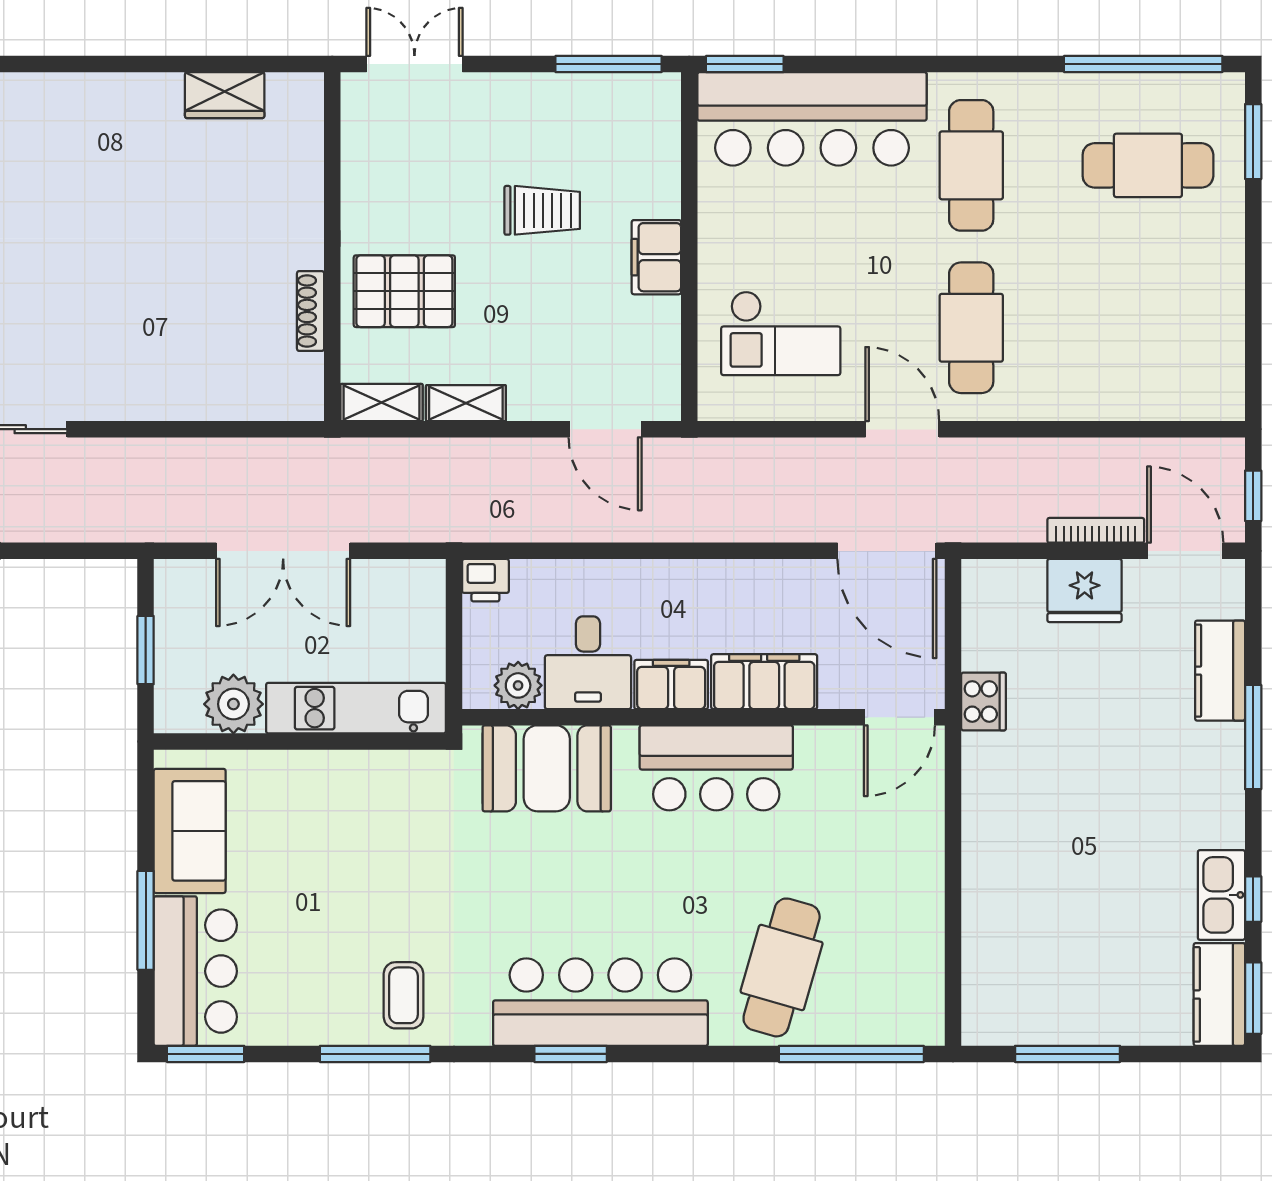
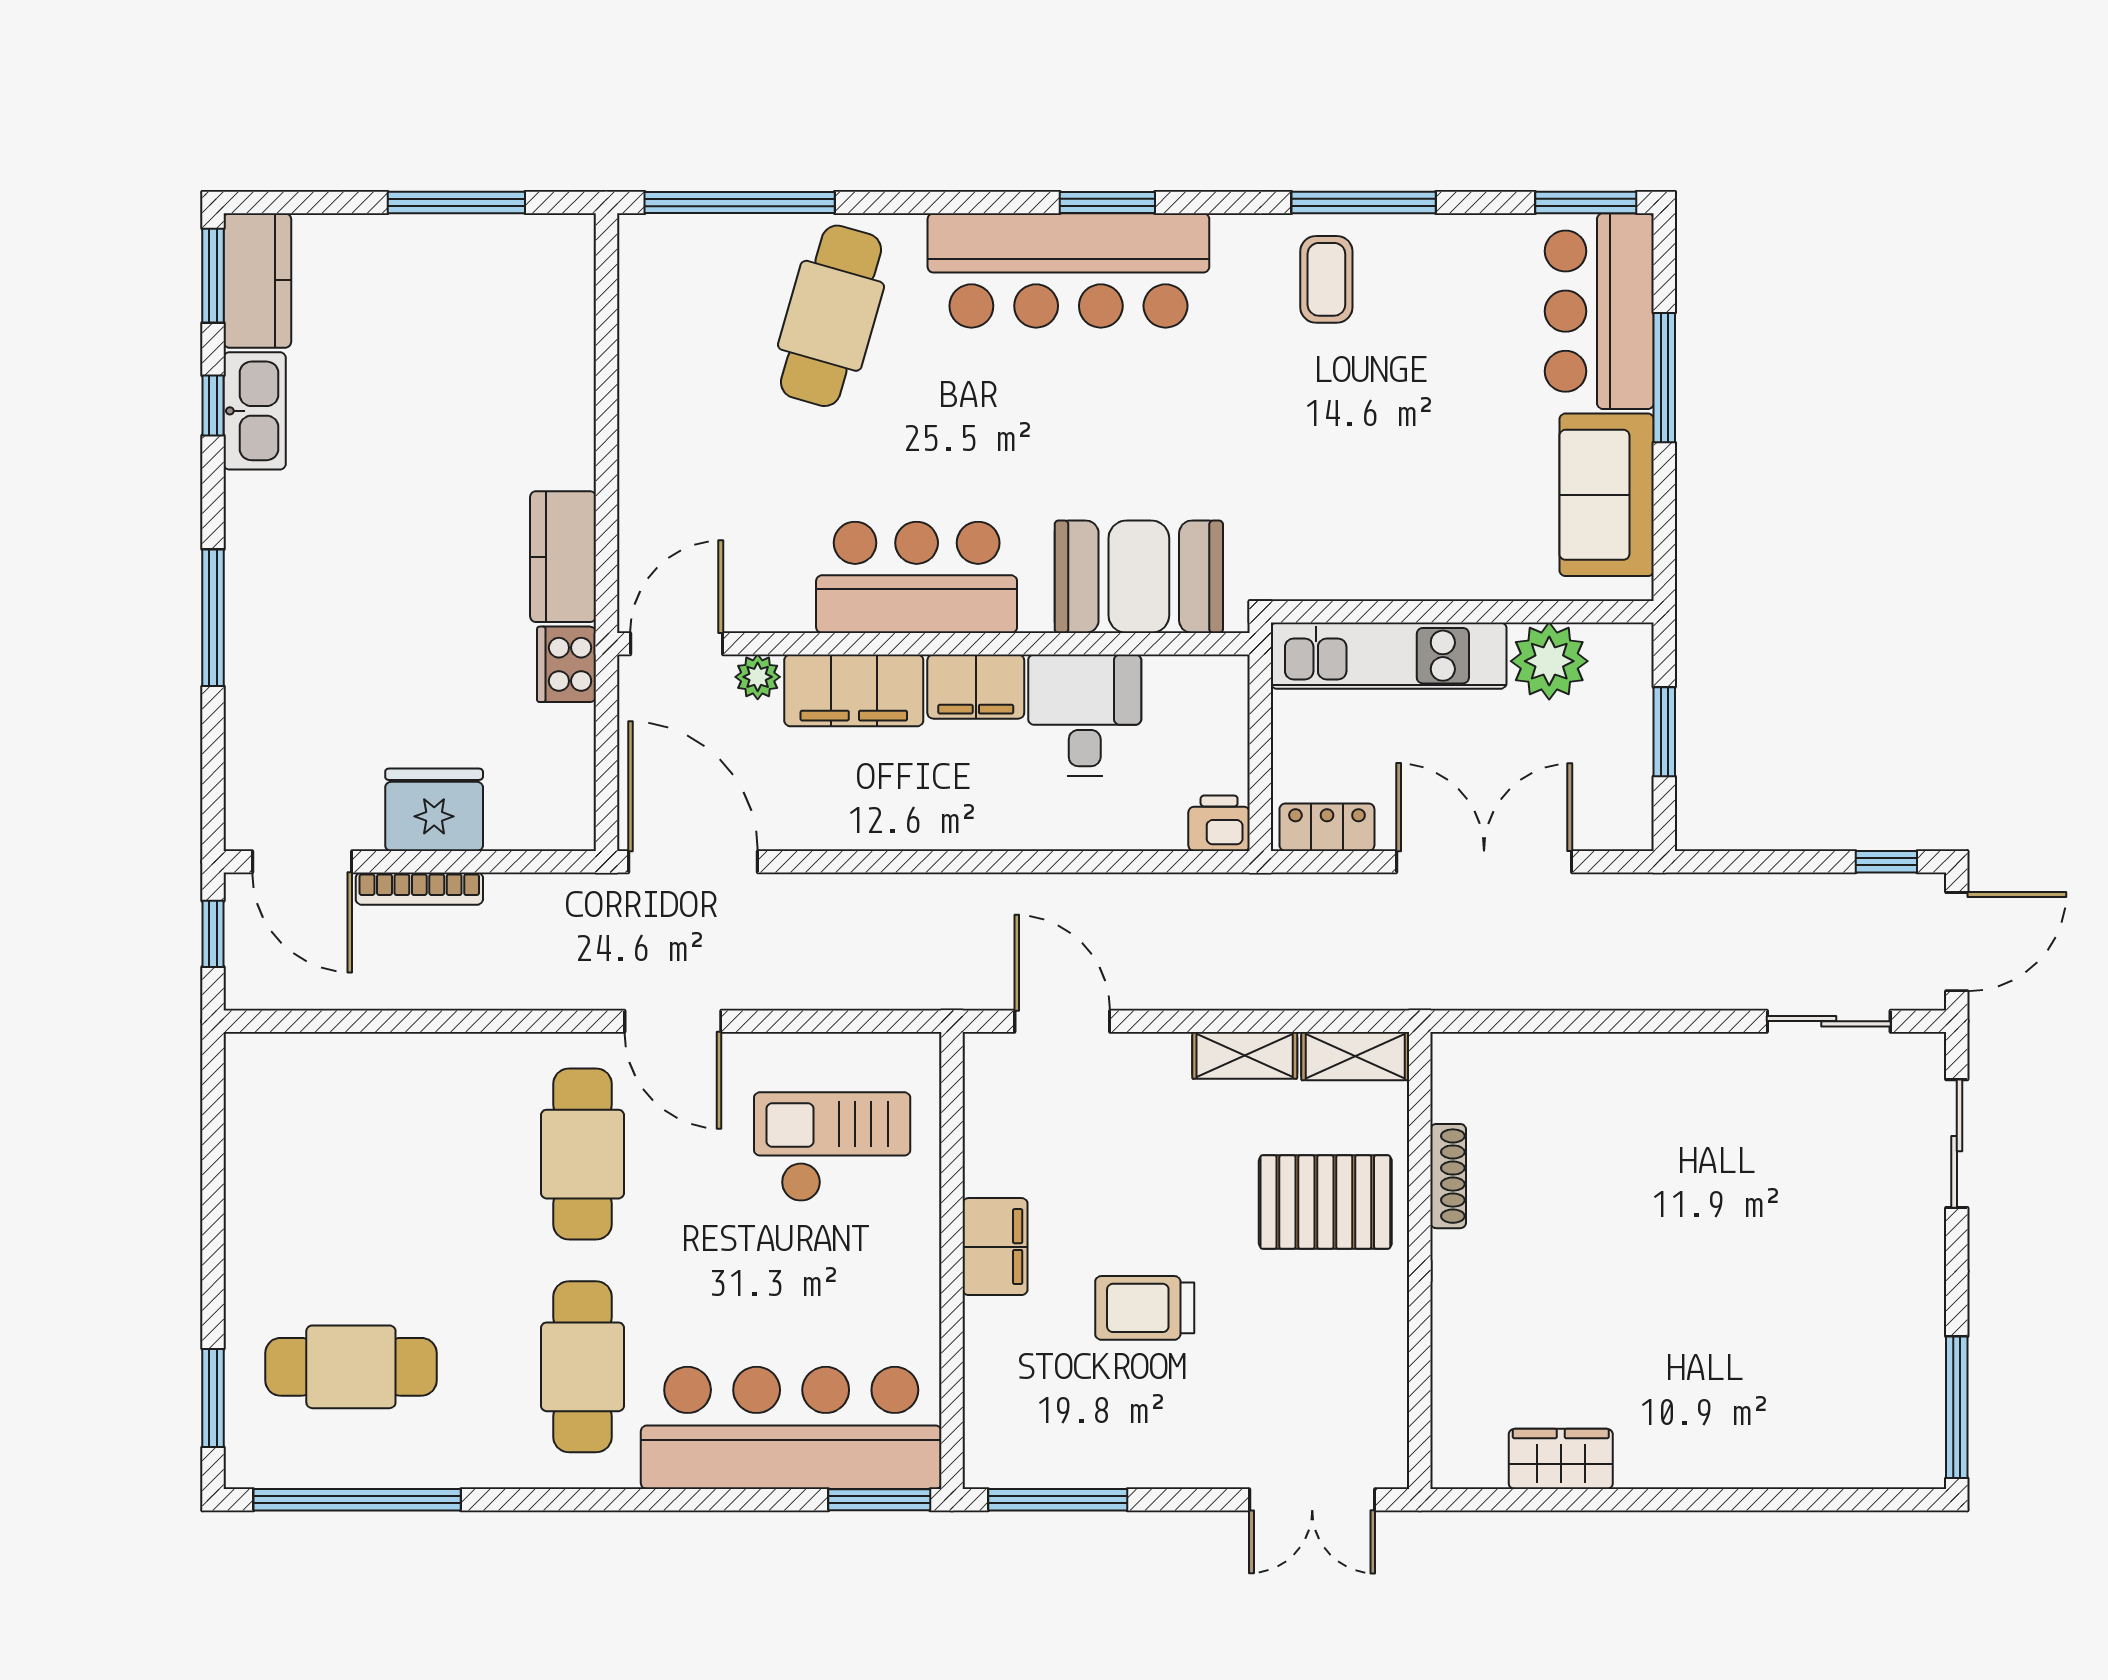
locker: (403, 577) -> (1327, 827), added
kitchen counter: (1220, 671) -> (563, 557), moved, turned 180
plant: (518, 685) -> (758, 677), moved, width x0.73, depth x0.73

